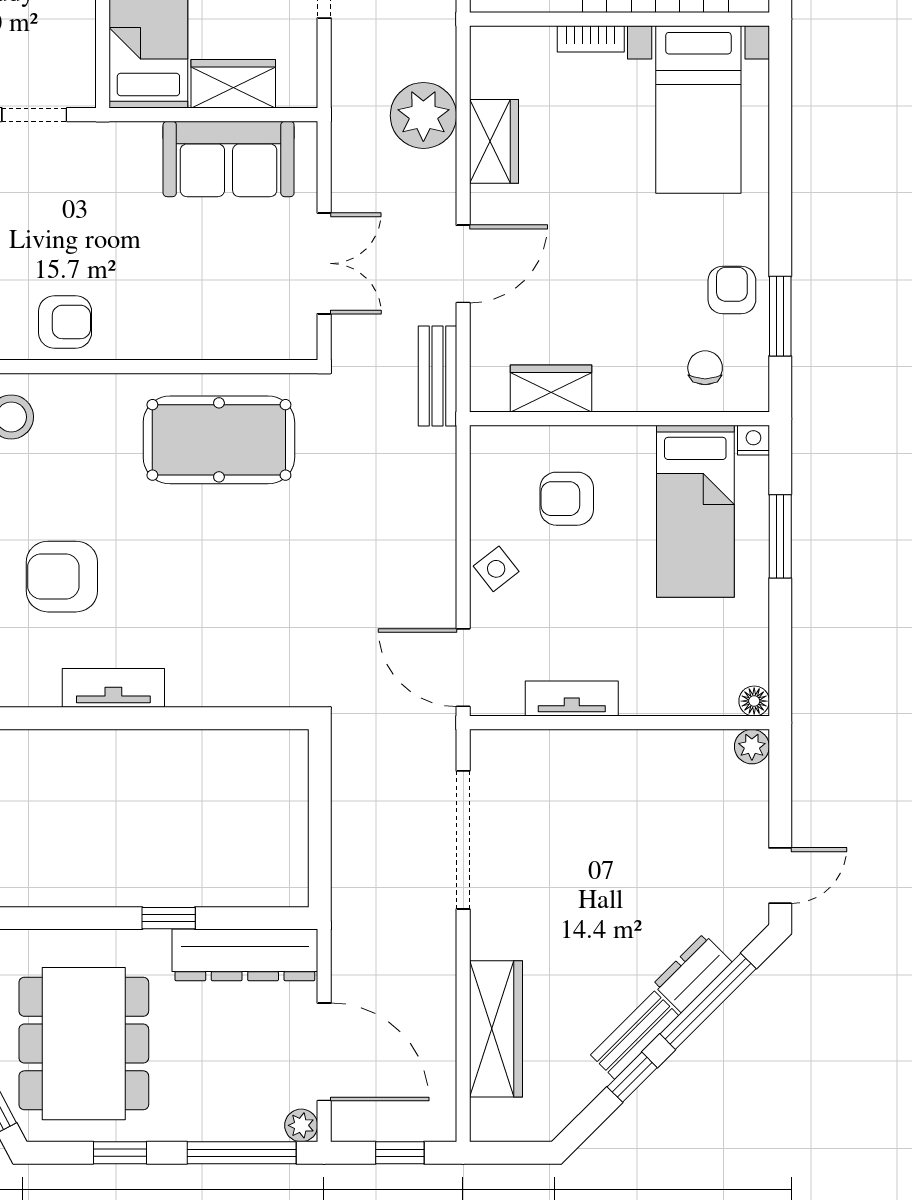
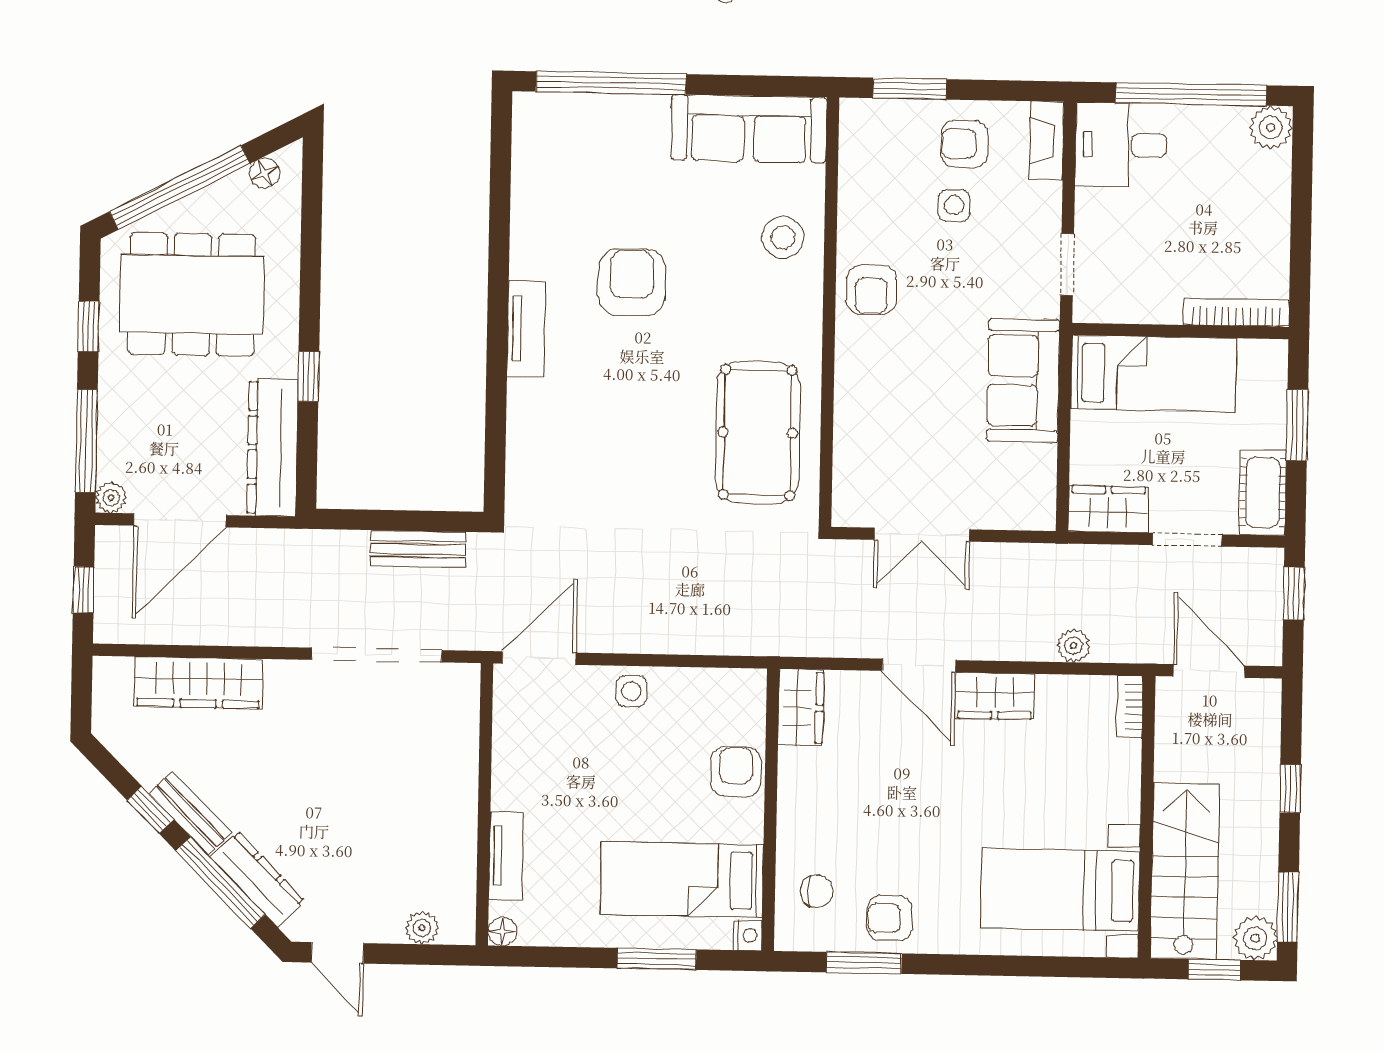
bookcase: (591, 39) -> (1130, 707), moved
wardrobe: (233, 84) -> (1108, 509), moved, turned -90
plant: (423, 115) -> (1074, 646), width x0.53, depth x0.53
wardrobe: (494, 141) -> (995, 696), moved
sofa: (229, 159) -> (1023, 381), moved
armchair: (732, 290) -> (889, 918), turned 180
bench: (437, 376) -> (418, 549), moved
wardrobe: (551, 389) -> (801, 708), moved
armchair: (567, 499) -> (736, 772), moved
side table: (496, 569) -> (631, 691), turned 38
tv unit: (572, 699) -> (506, 856), moved
plant: (752, 747) -> (422, 928), moved
dresser: (692, 973) -> (258, 879), width x1.44

